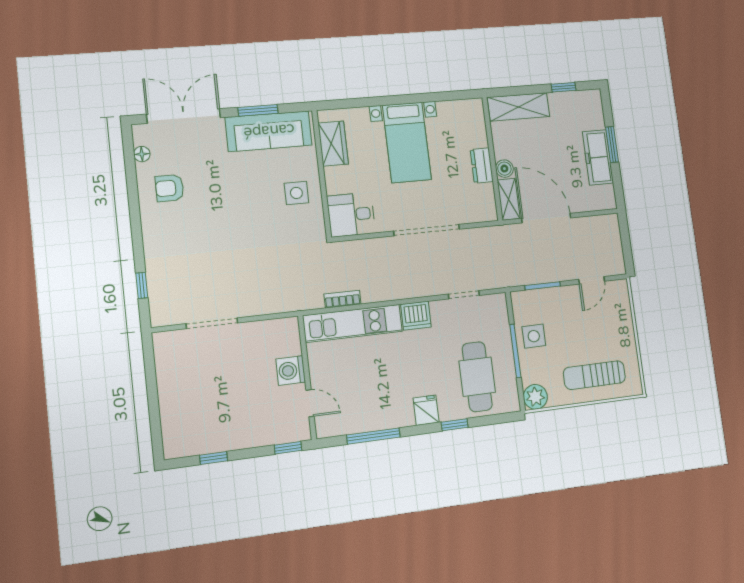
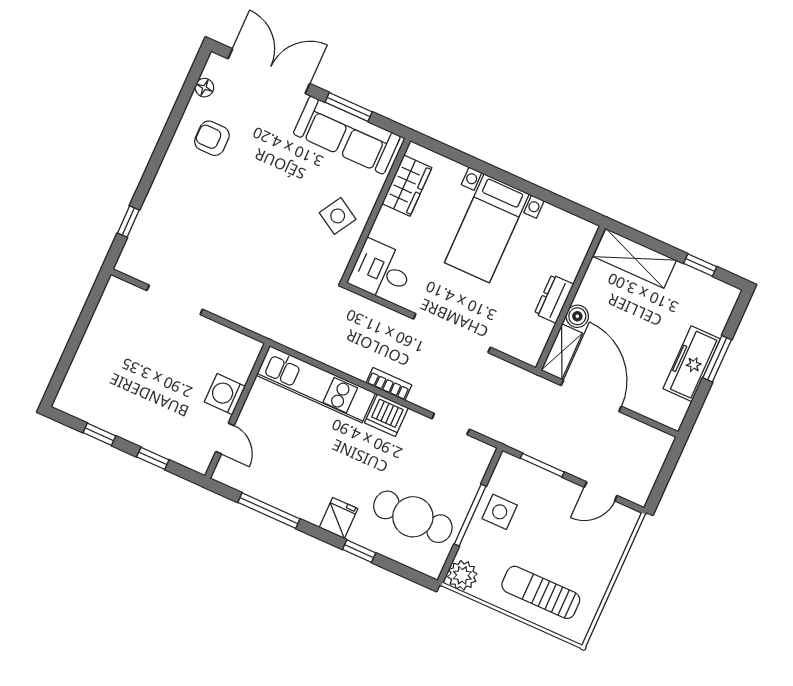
side table: (296, 193) -> (338, 216), turned 31
bookcase: (342, 299) -> (389, 384), moved
cafe table: (477, 377) -> (413, 517), turned 90
window: (288, 448) -> (153, 458), moved

